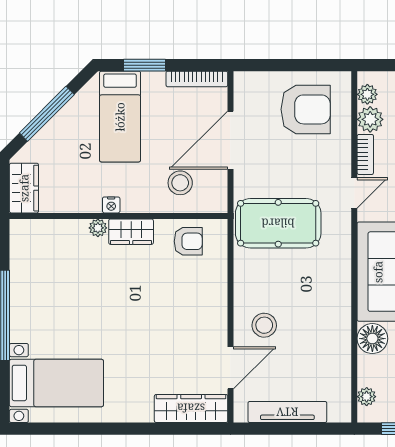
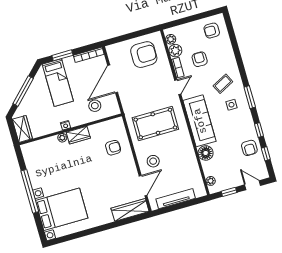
pool table: (278, 223) -> (155, 124), moved
armchair: (188, 241) -> (113, 148), moved
bed with nightstands: (56, 383) -> (62, 209), width x1.36

